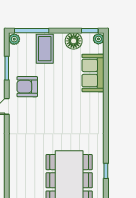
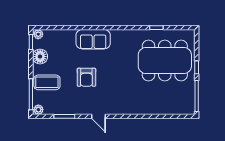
sofa: (93, 73) -> (93, 39), moved
armchair: (27, 87) -> (86, 77), moved

